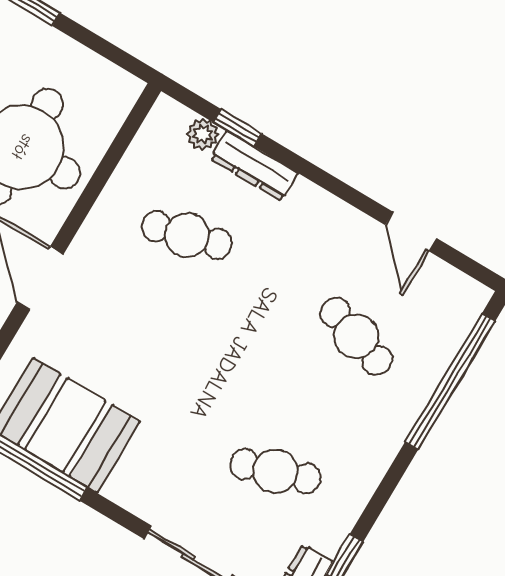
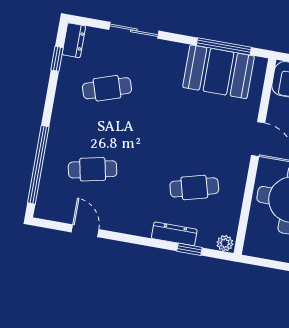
plant: (203, 134) -> (225, 243), moved
cafe table: (356, 336) -> (93, 169), turned -30

